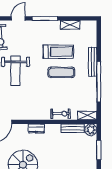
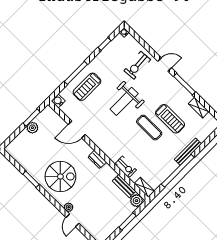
exercise mat: (61, 72) -> (149, 128), moved

